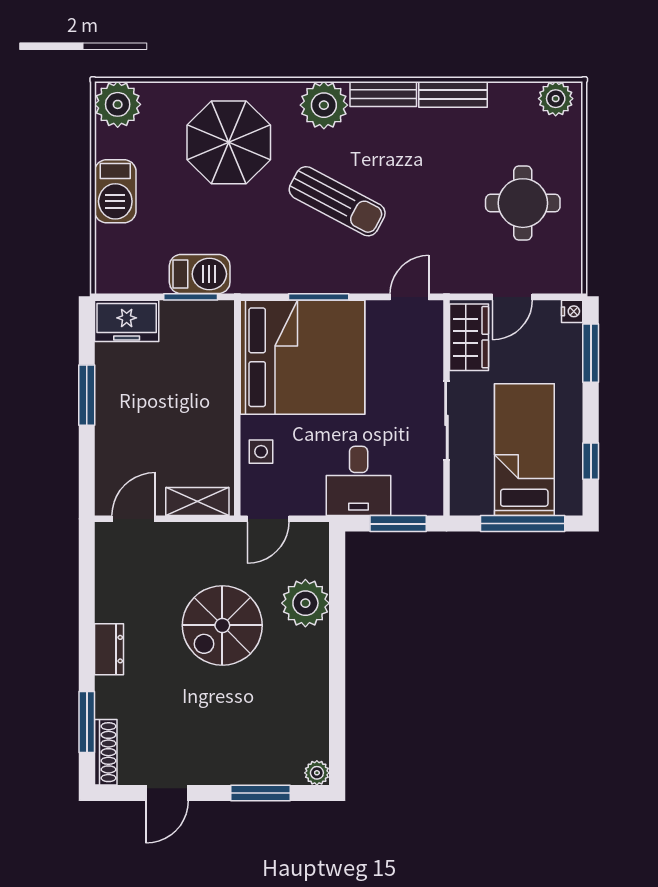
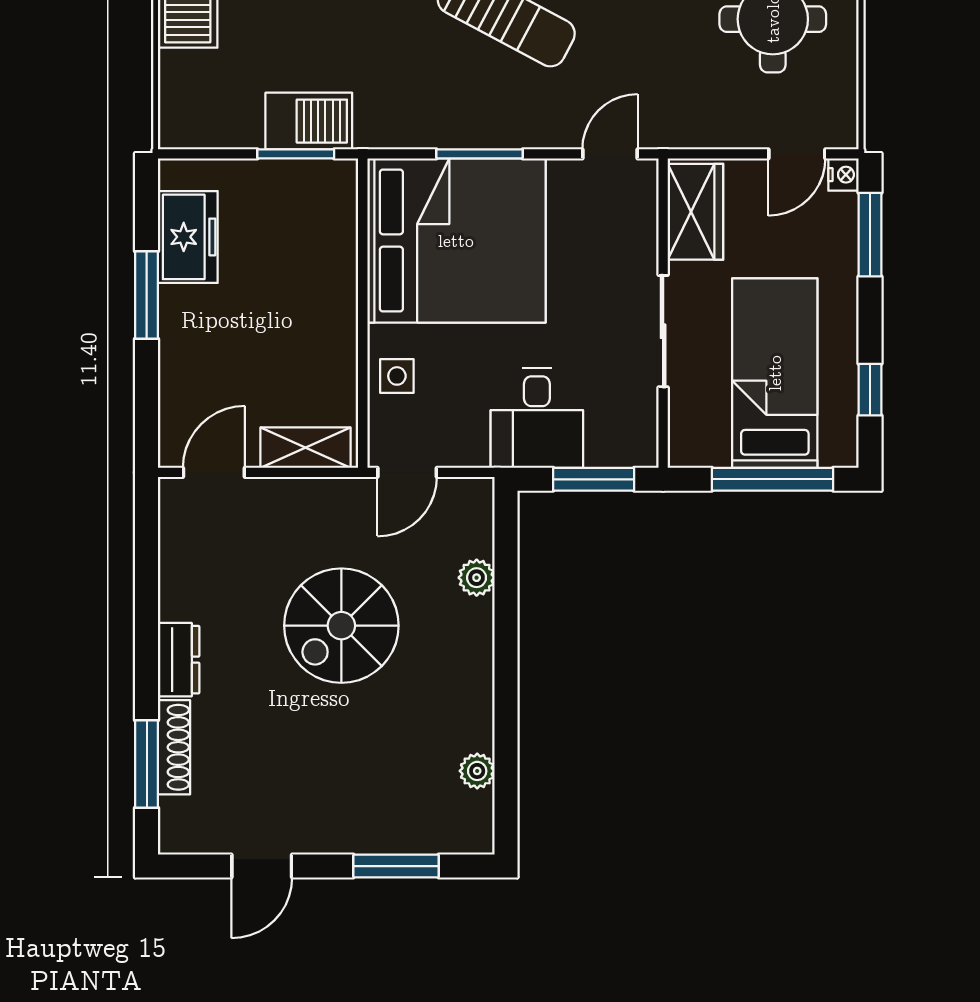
door: (512, 297) -> (797, 154), moved
freezer: (127, 321) -> (188, 237), moved, turned -90
plant: (305, 603) -> (477, 578), width x0.53, depth x0.53
shoe rack: (106, 752) -> (174, 747), moved
plant: (317, 773) -> (477, 771), moved

